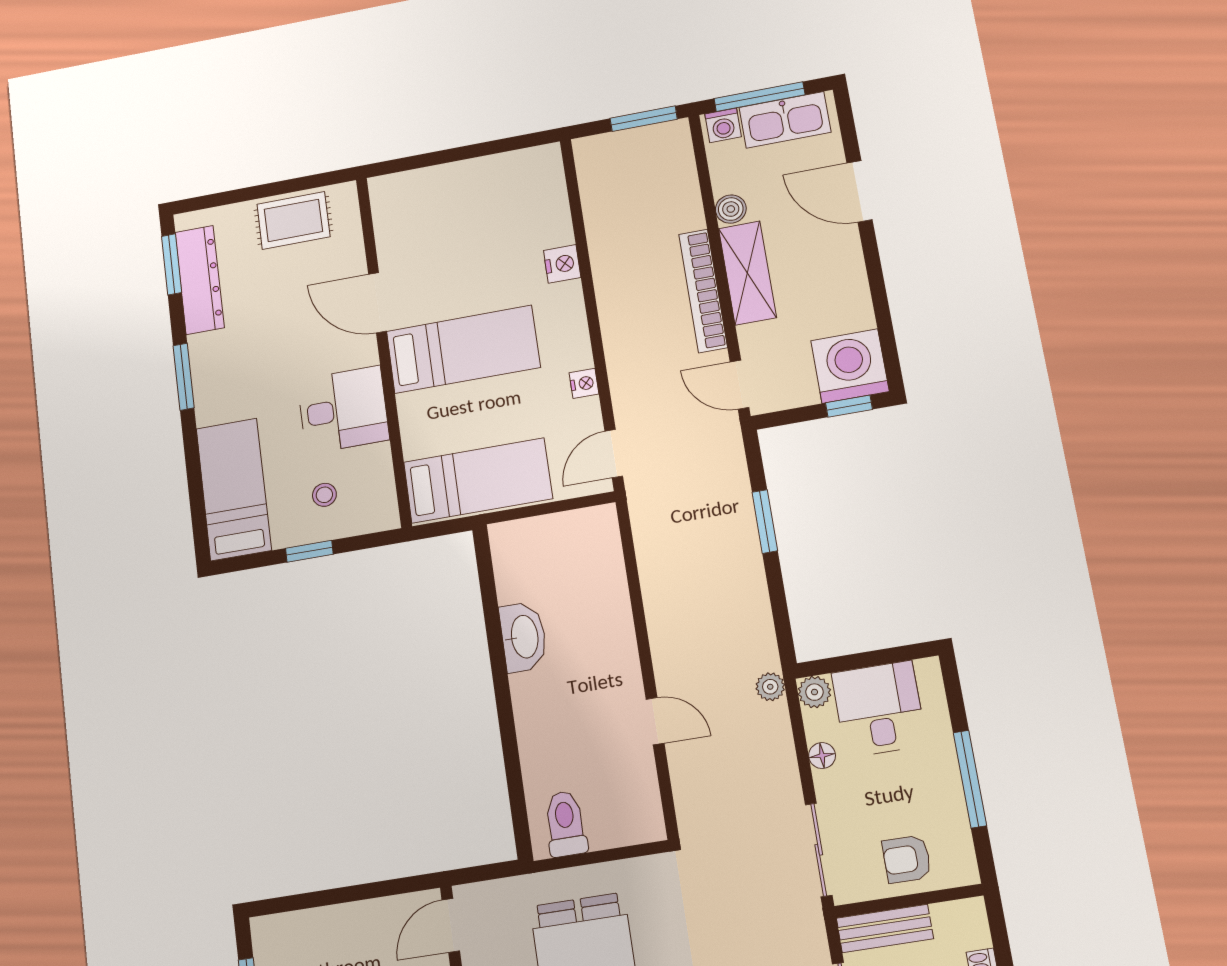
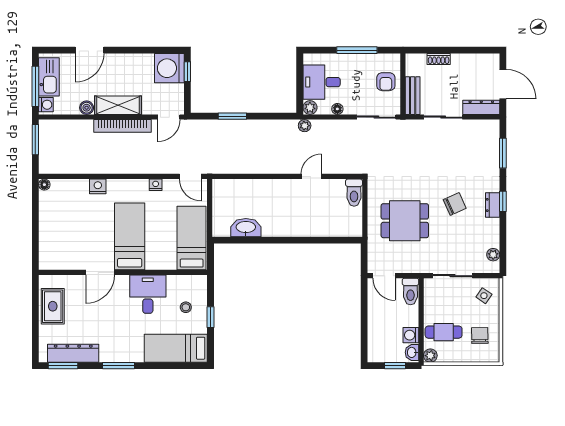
floor lamp: (550, 155) -> (44, 185), added
washbasin: (523, 637) -> (246, 228), moved
toilet: (565, 824) -> (354, 193), moved, turned -90

